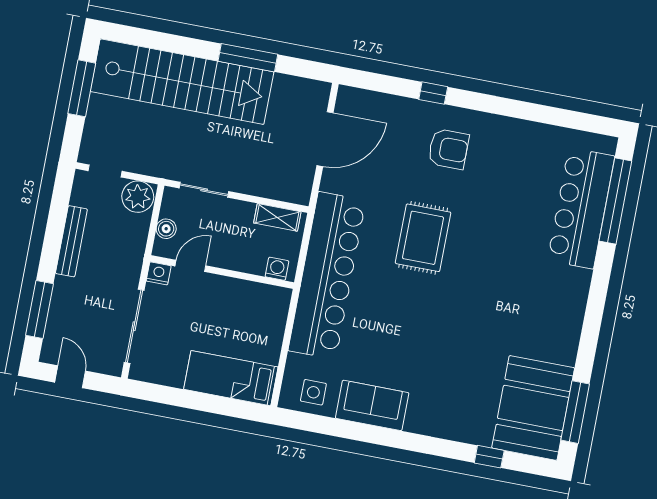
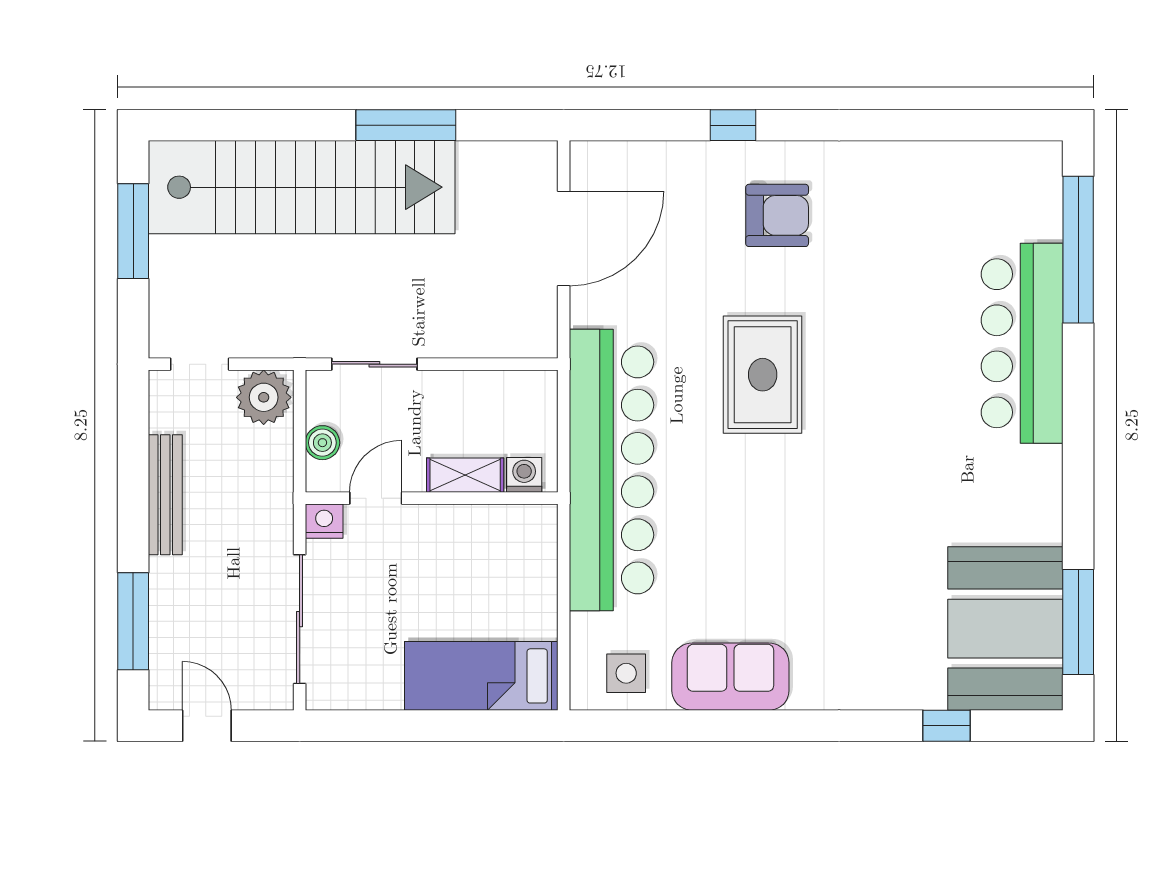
bar counter: (581, 208) -> (1022, 343), moved
shelving: (277, 217) -> (465, 475), moved

